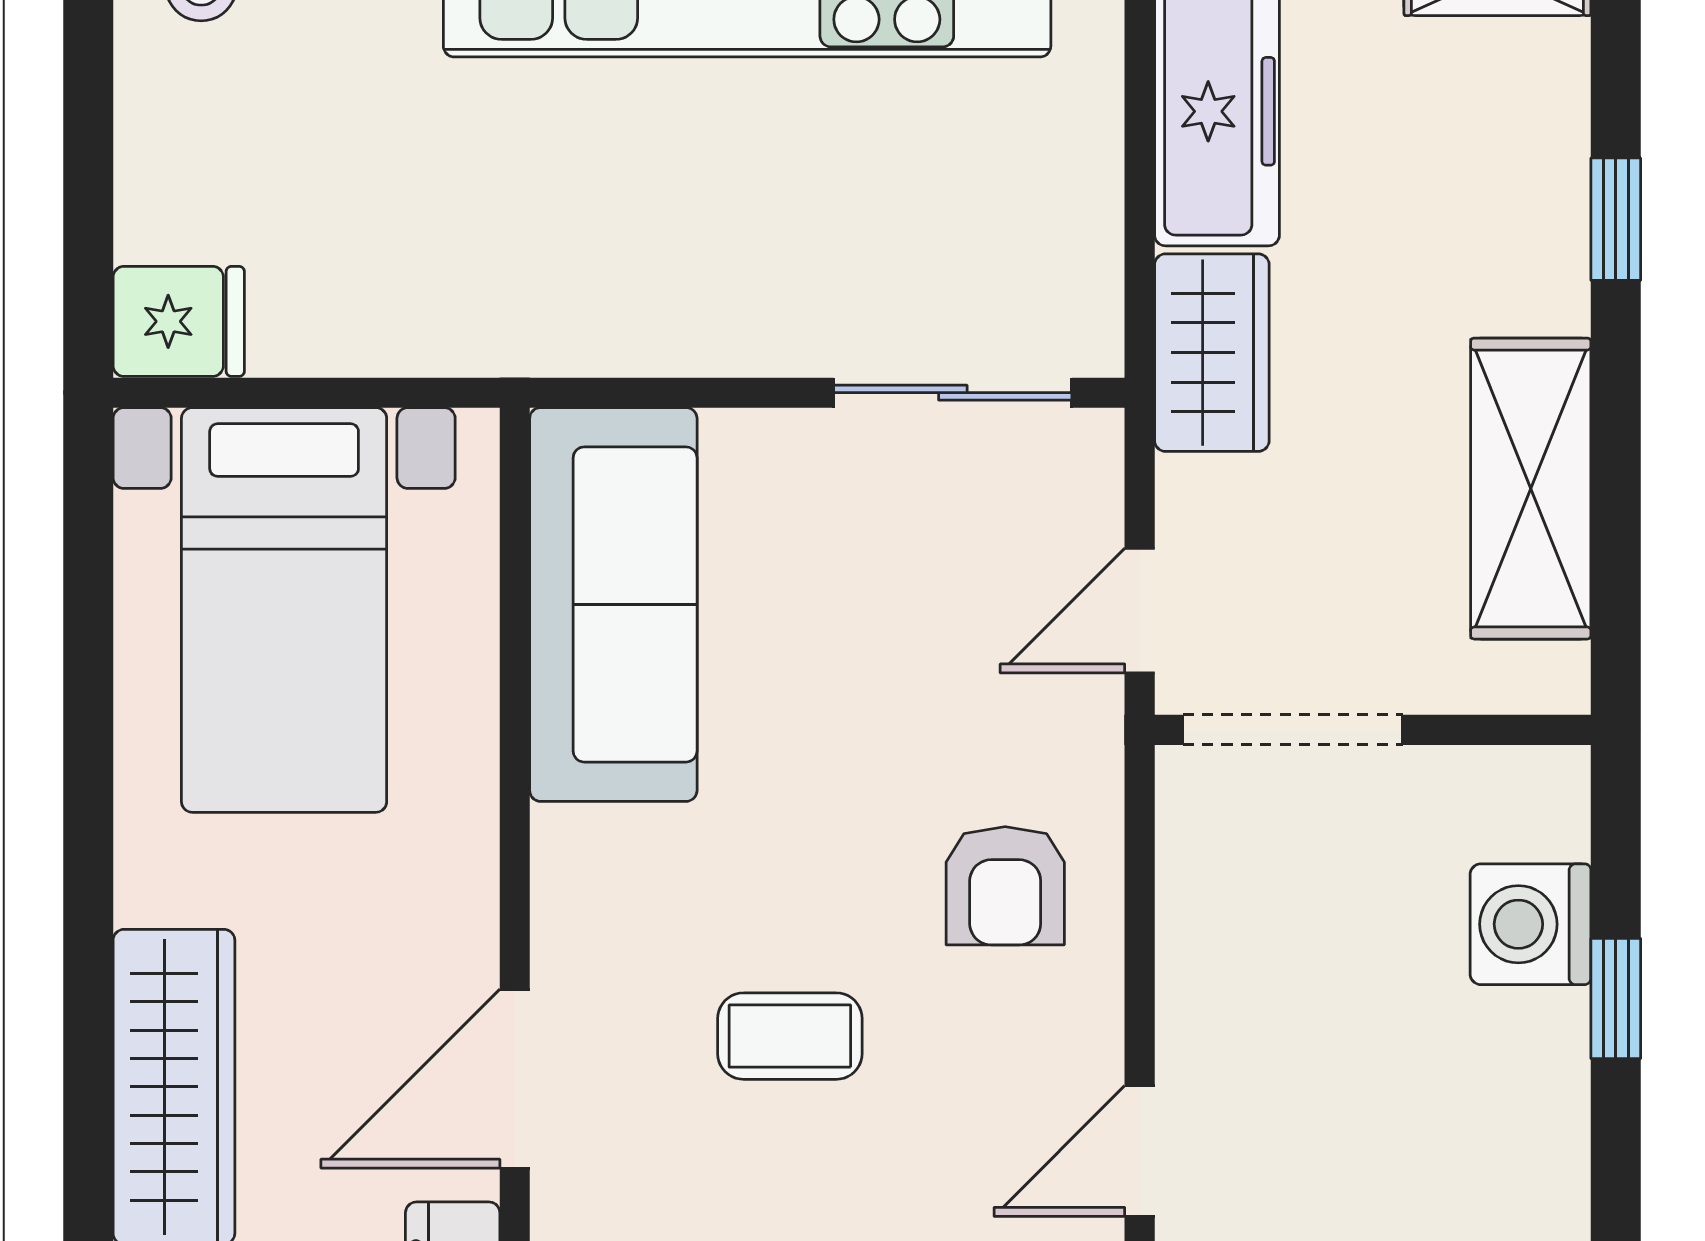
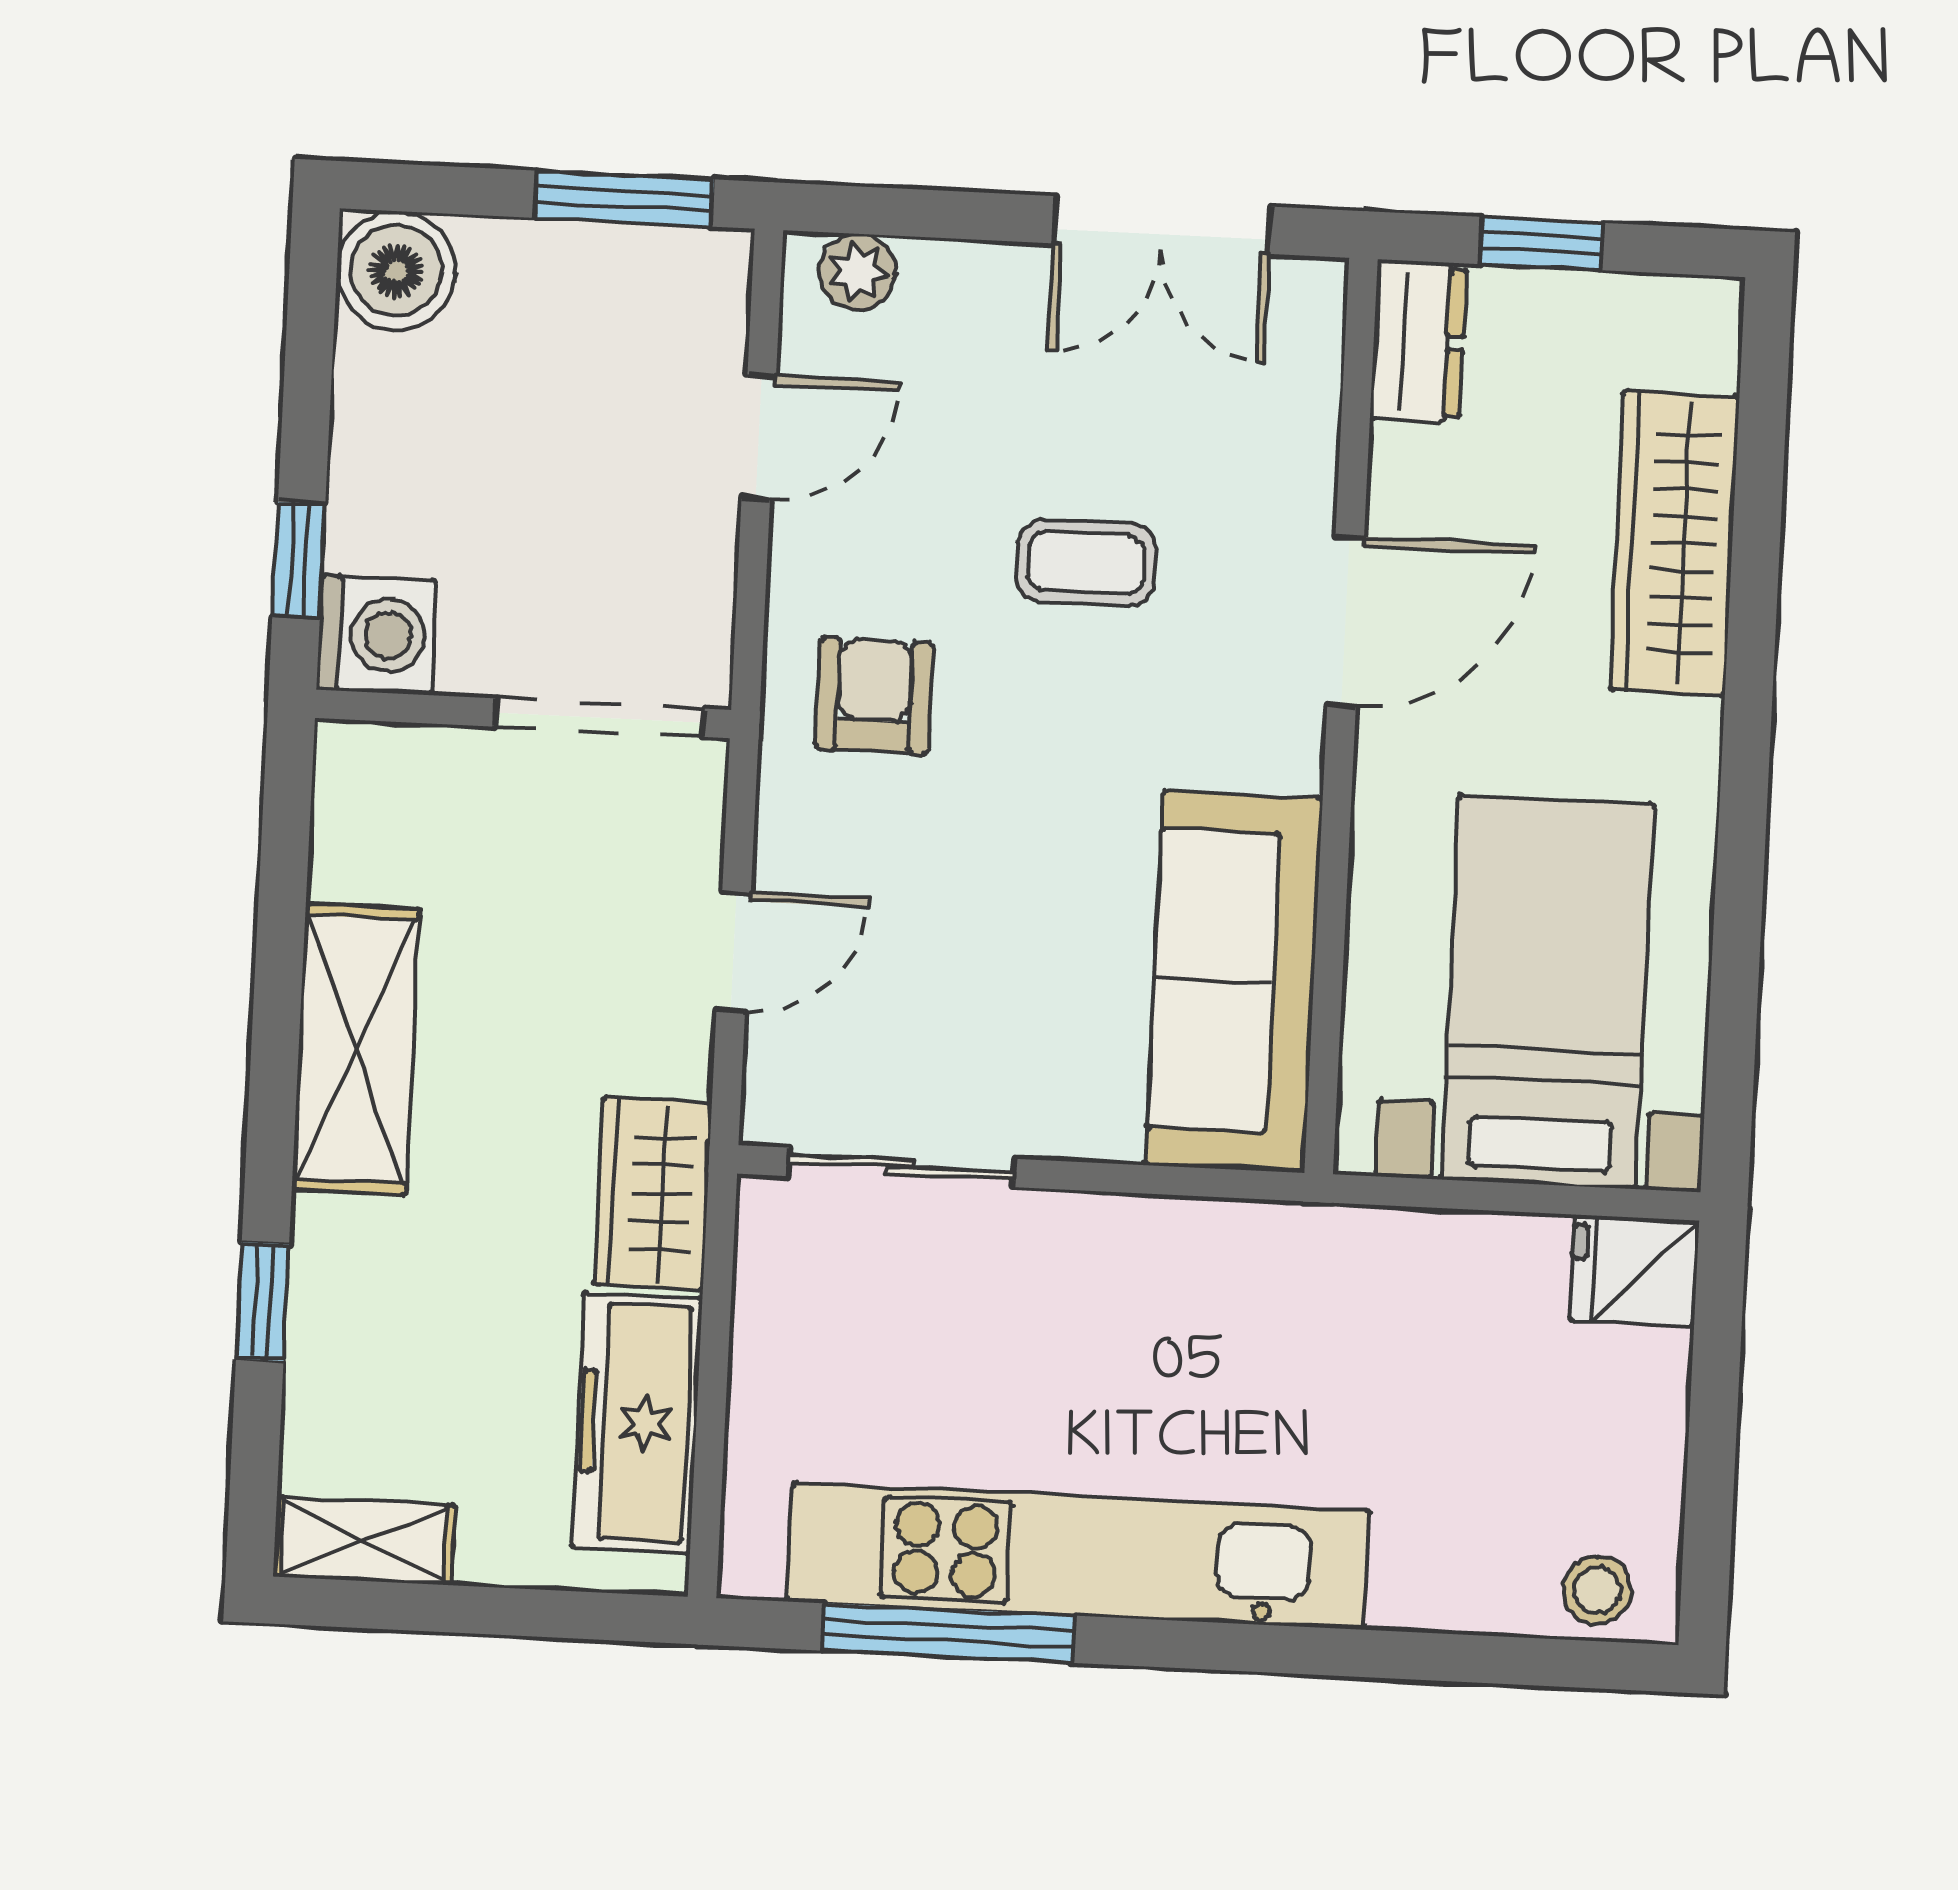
doorway: (1293, 730) -> (599, 718), moved
wall: (1373, 730) -> (523, 714), moved
door: (515, 1079) -> (1346, 622), moved

